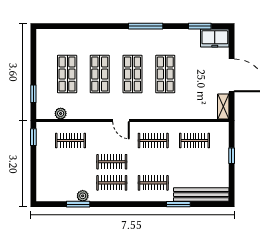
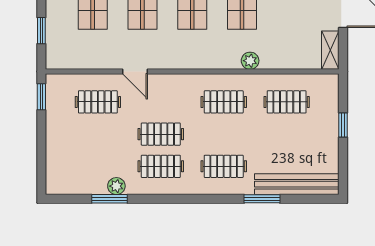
plant: (61, 113) -> (250, 61), moved
door: (121, 121) -> (135, 72), moved

